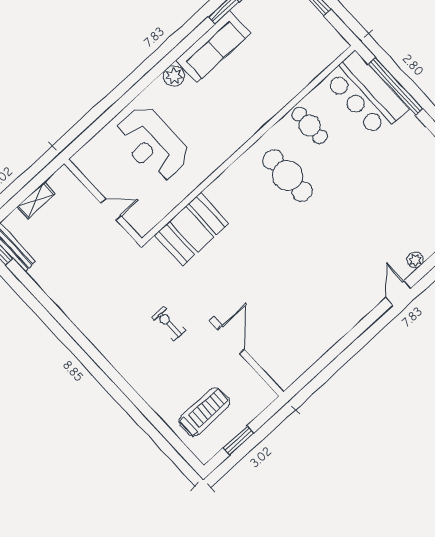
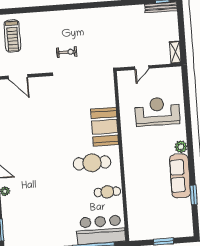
shelving: (36, 200) -> (175, 52), moved
booth: (192, 229) -> (105, 127), moved
door: (231, 339) -> (18, 77), moved

